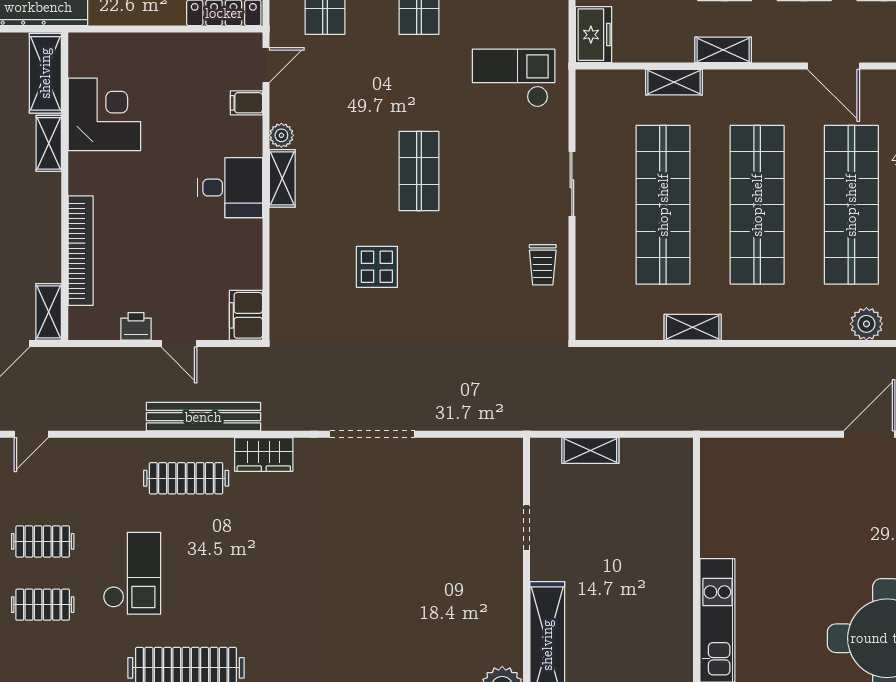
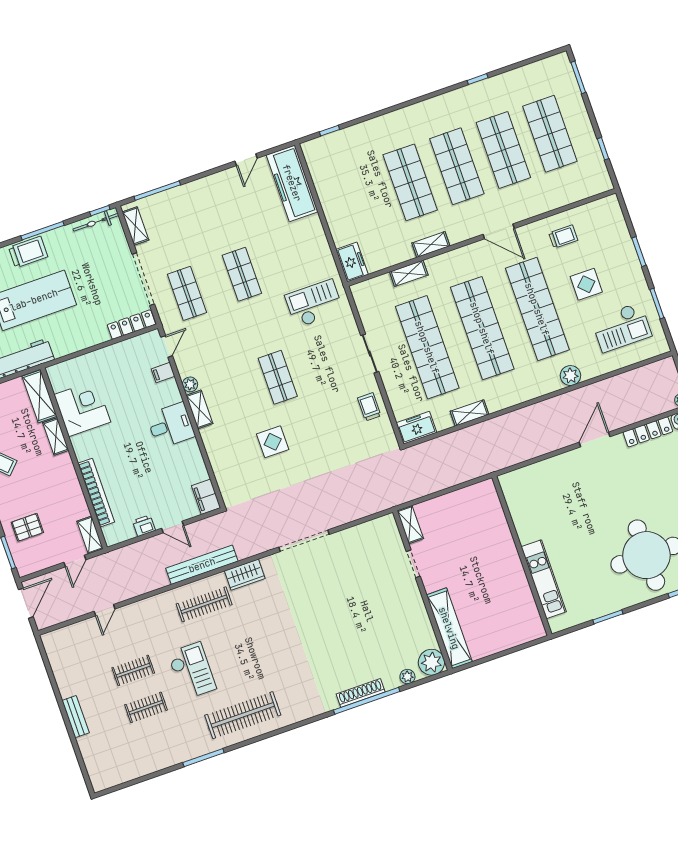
trolley: (543, 265) -> (369, 407), turned 180
freezer: (604, 322) -> (416, 428), added
shelving: (590, 450) -> (410, 525), moved, turned 90

